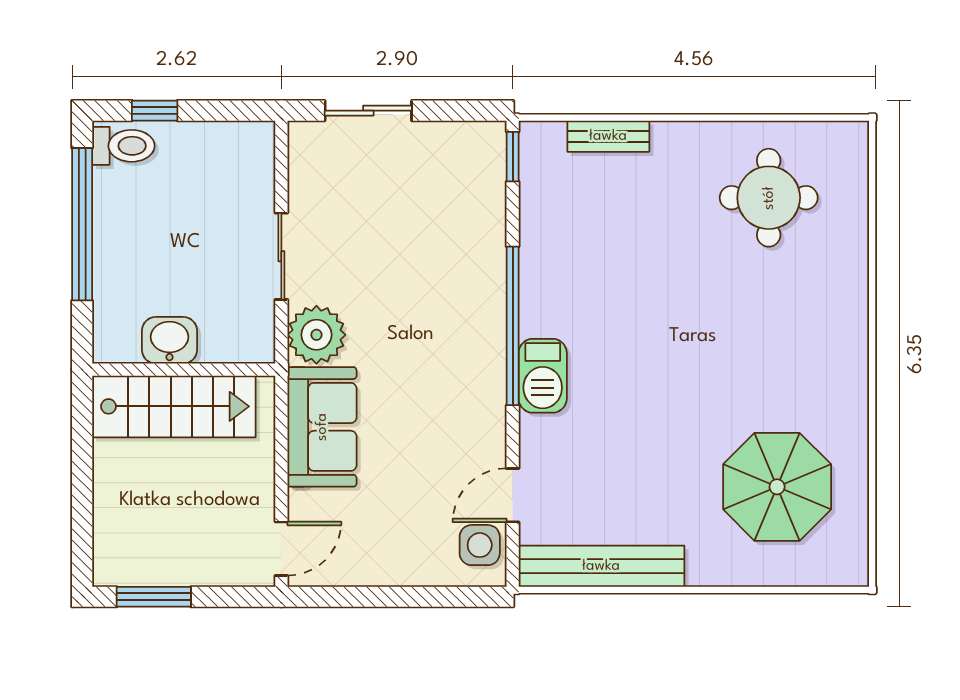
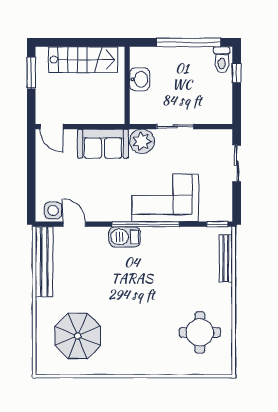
bench: (608, 136) -> (226, 258), width x1.36
corner sofa: (450, 280) -> (165, 198), added
stairs: (174, 406) -> (83, 60), moved, turned -90

